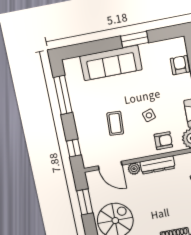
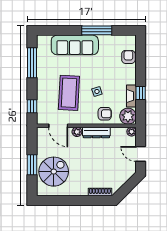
window: (135, 39) -> (97, 30), width x1.44
coffee table: (115, 123) -> (69, 93), width x1.86, depth x1.72
window: (85, 202) -> (32, 165), moved

